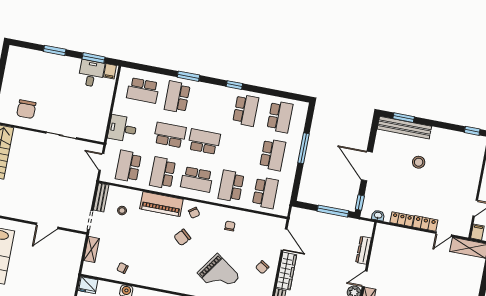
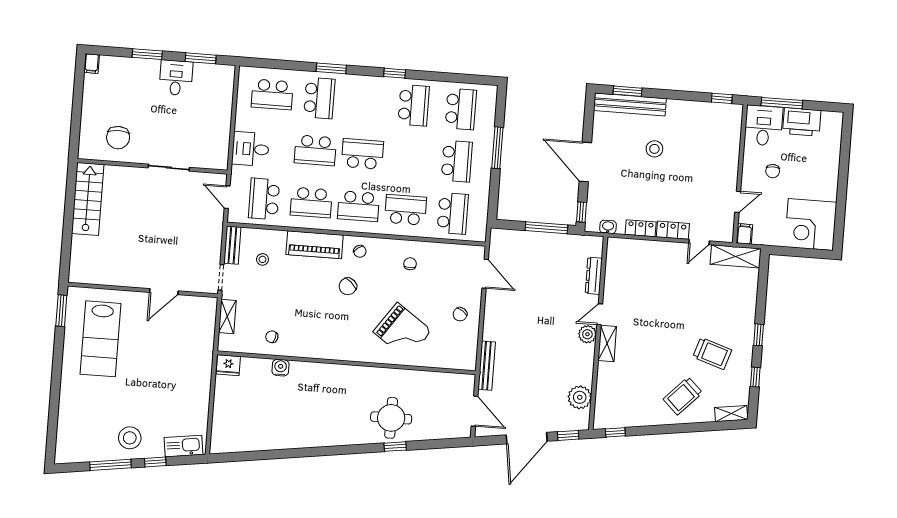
filing cabinet: (110, 71) -> (92, 64), moved
desk: (91, 74) -> (176, 78), moved
school desk: (177, 97) -> (319, 98), turned 180
school desk: (170, 135) -> (315, 150), turned 180
school desk: (163, 173) -> (311, 203), turned -90
school desk: (231, 186) -> (406, 210), turned 90
wardrobe: (286, 271) -> (493, 316), removed

